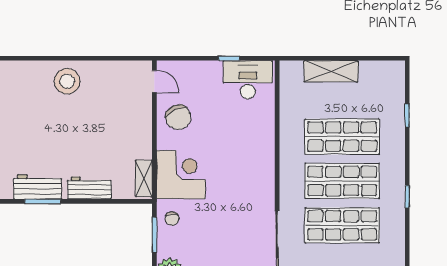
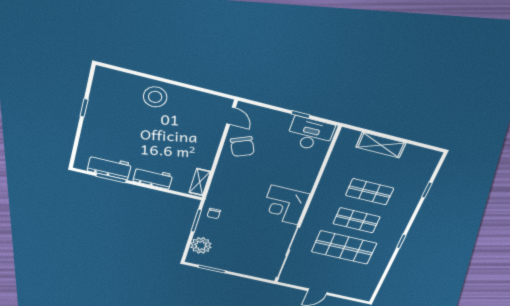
shop shelf: (342, 137) -> (370, 192), width x0.70, depth x0.74
corner desk: (181, 175) -> (285, 205), moved, turned 180
shop shelf: (342, 181) -> (357, 220), width x0.70, depth x0.74

